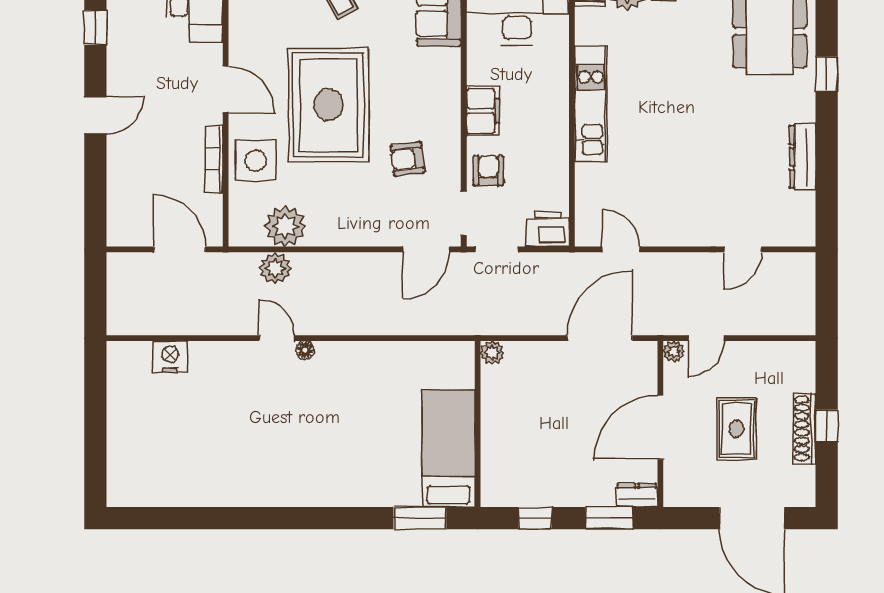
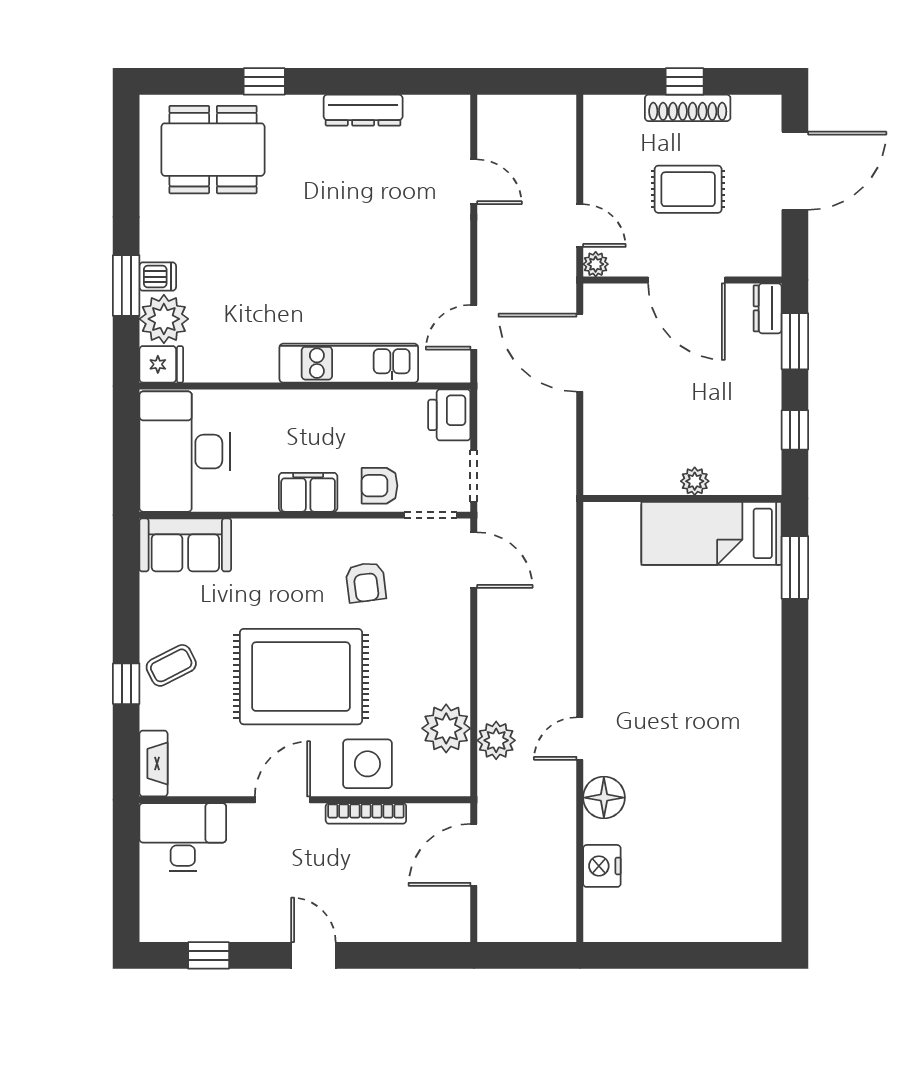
kitchen unit: (591, 104) -> (349, 363), moved
floor lamp: (305, 350) -> (604, 798), moved, width x1.89, depth x1.89
plant: (492, 353) -> (695, 481), moved

